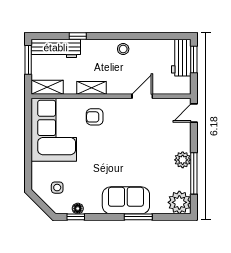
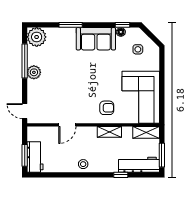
door: (194, 113) -> (25, 111), swing flipped
sofa: (126, 200) -> (96, 39), moved

